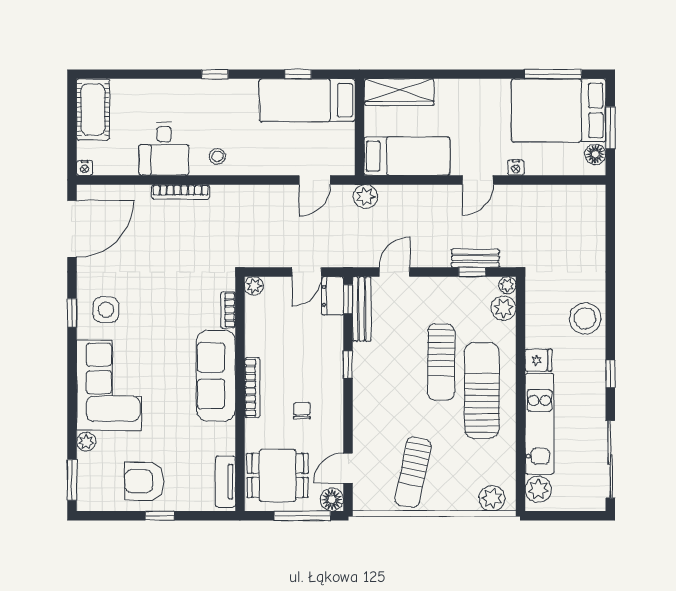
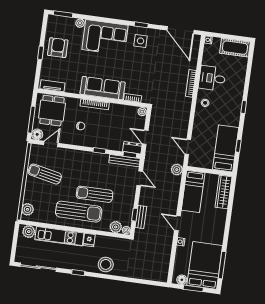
door: (348, 468) -> (51, 144), hinge flipped

